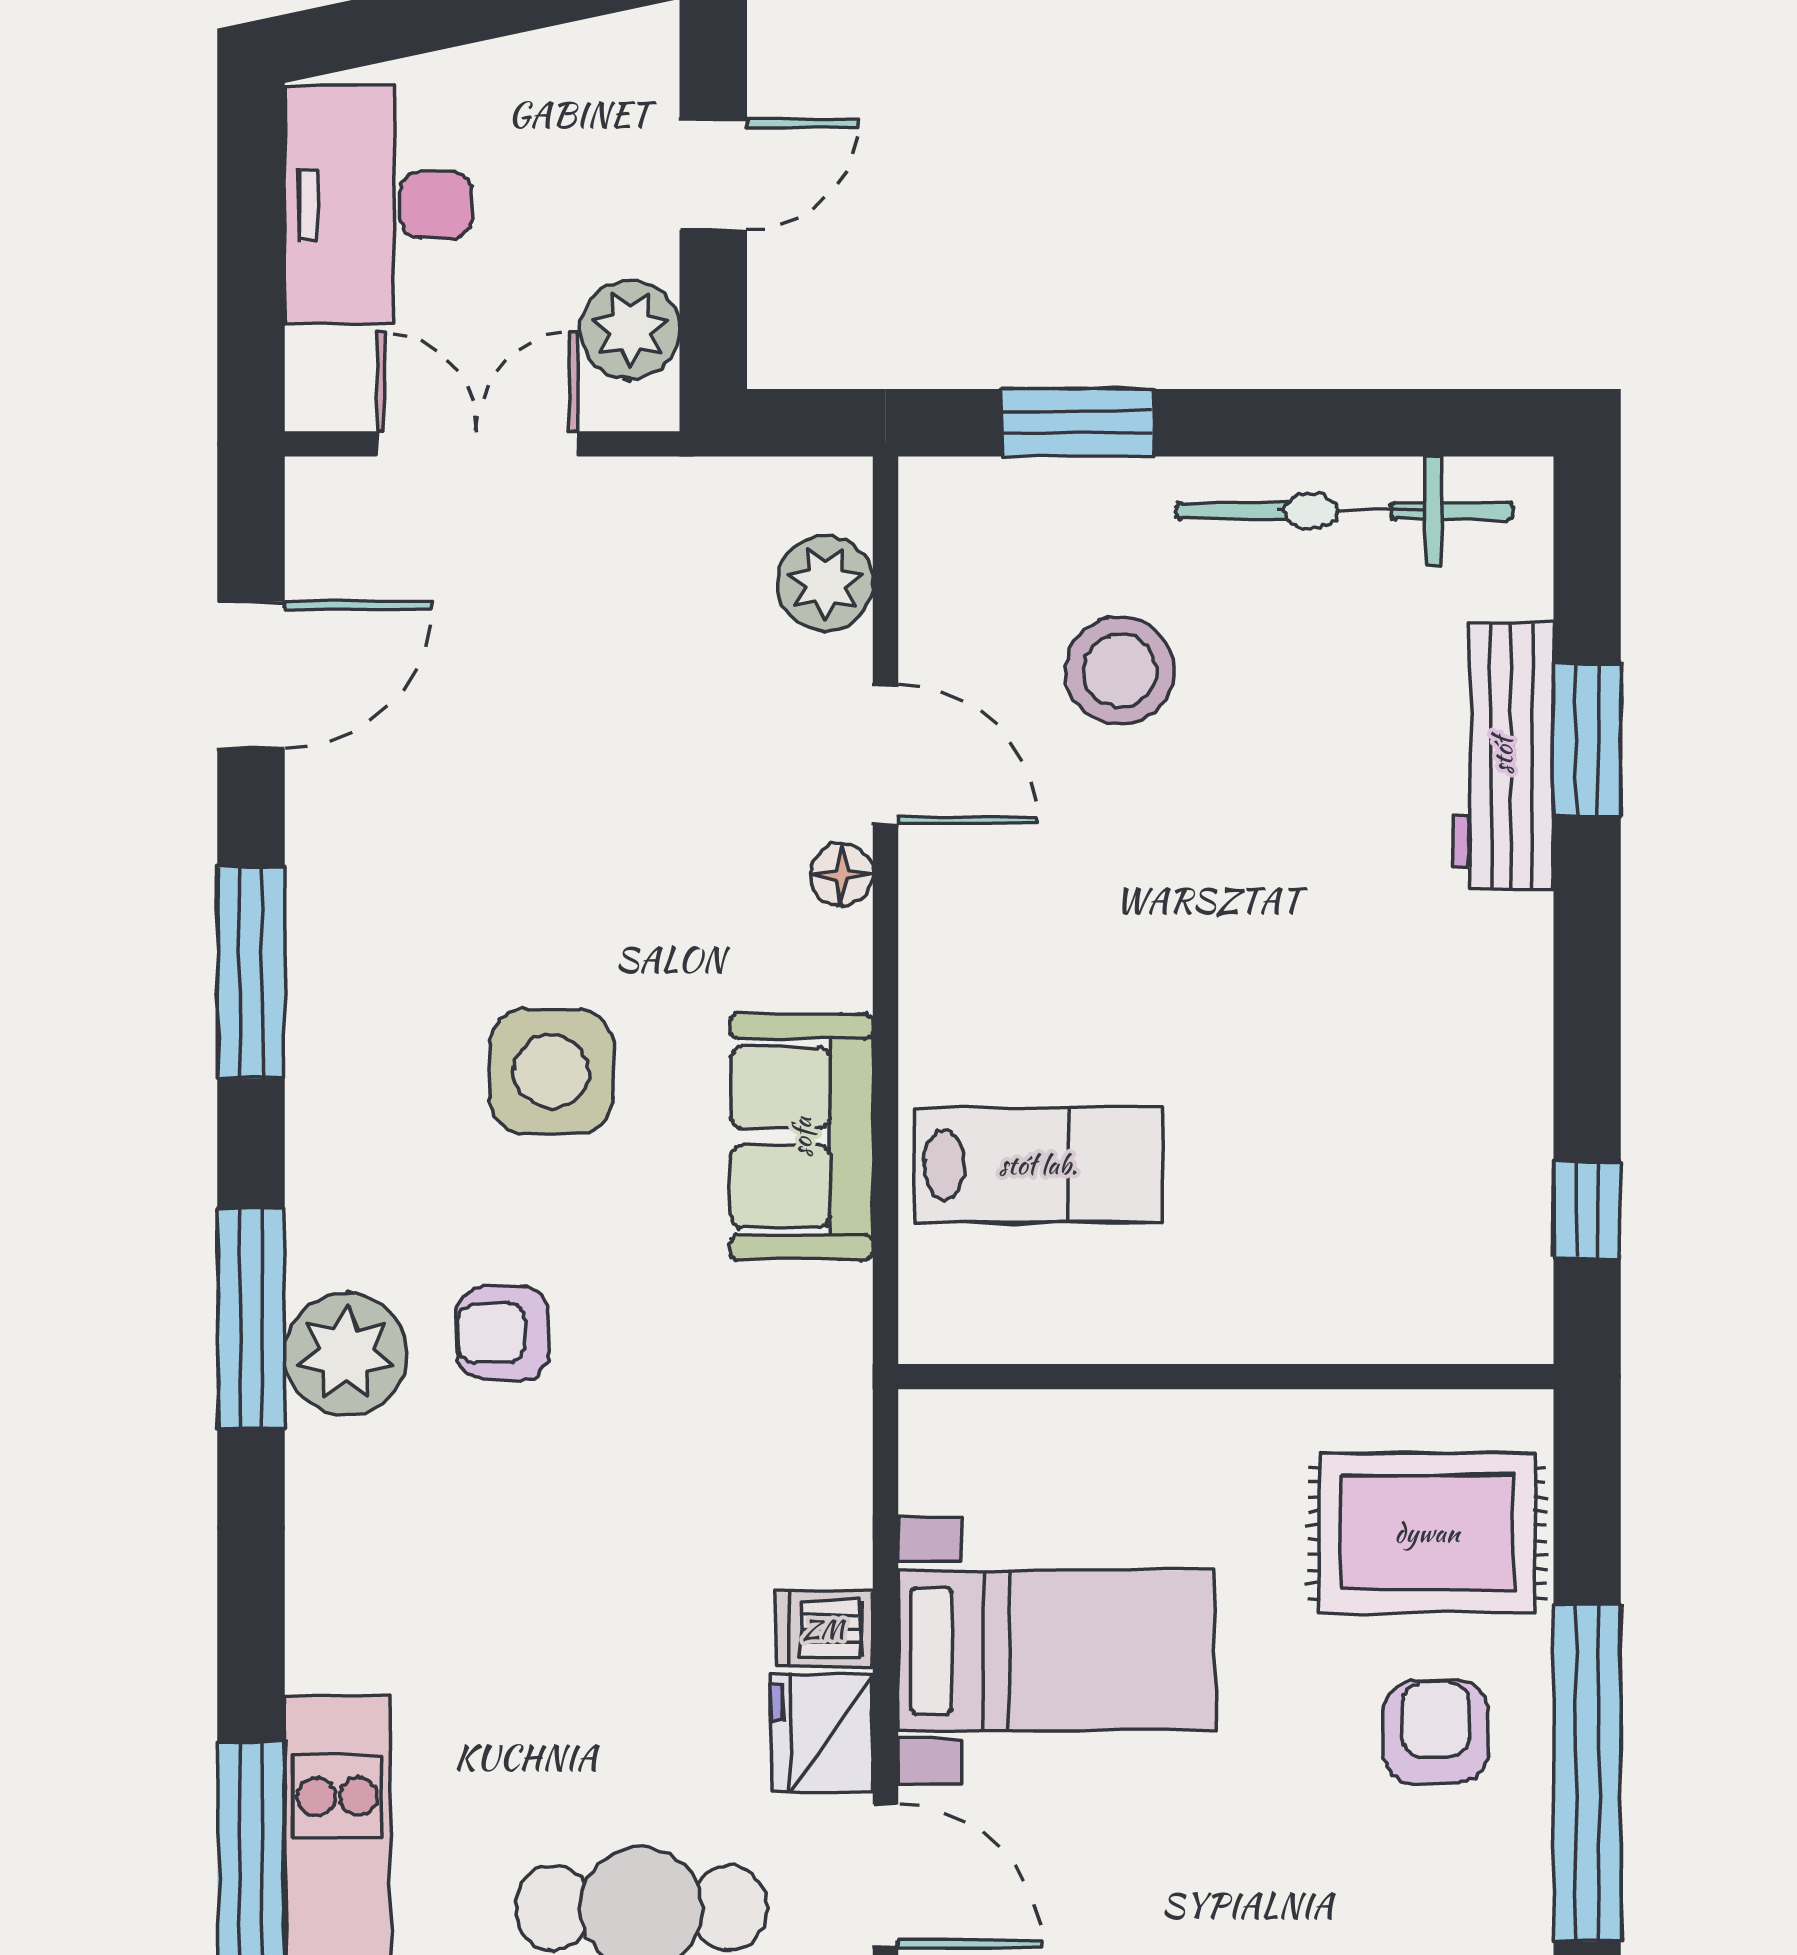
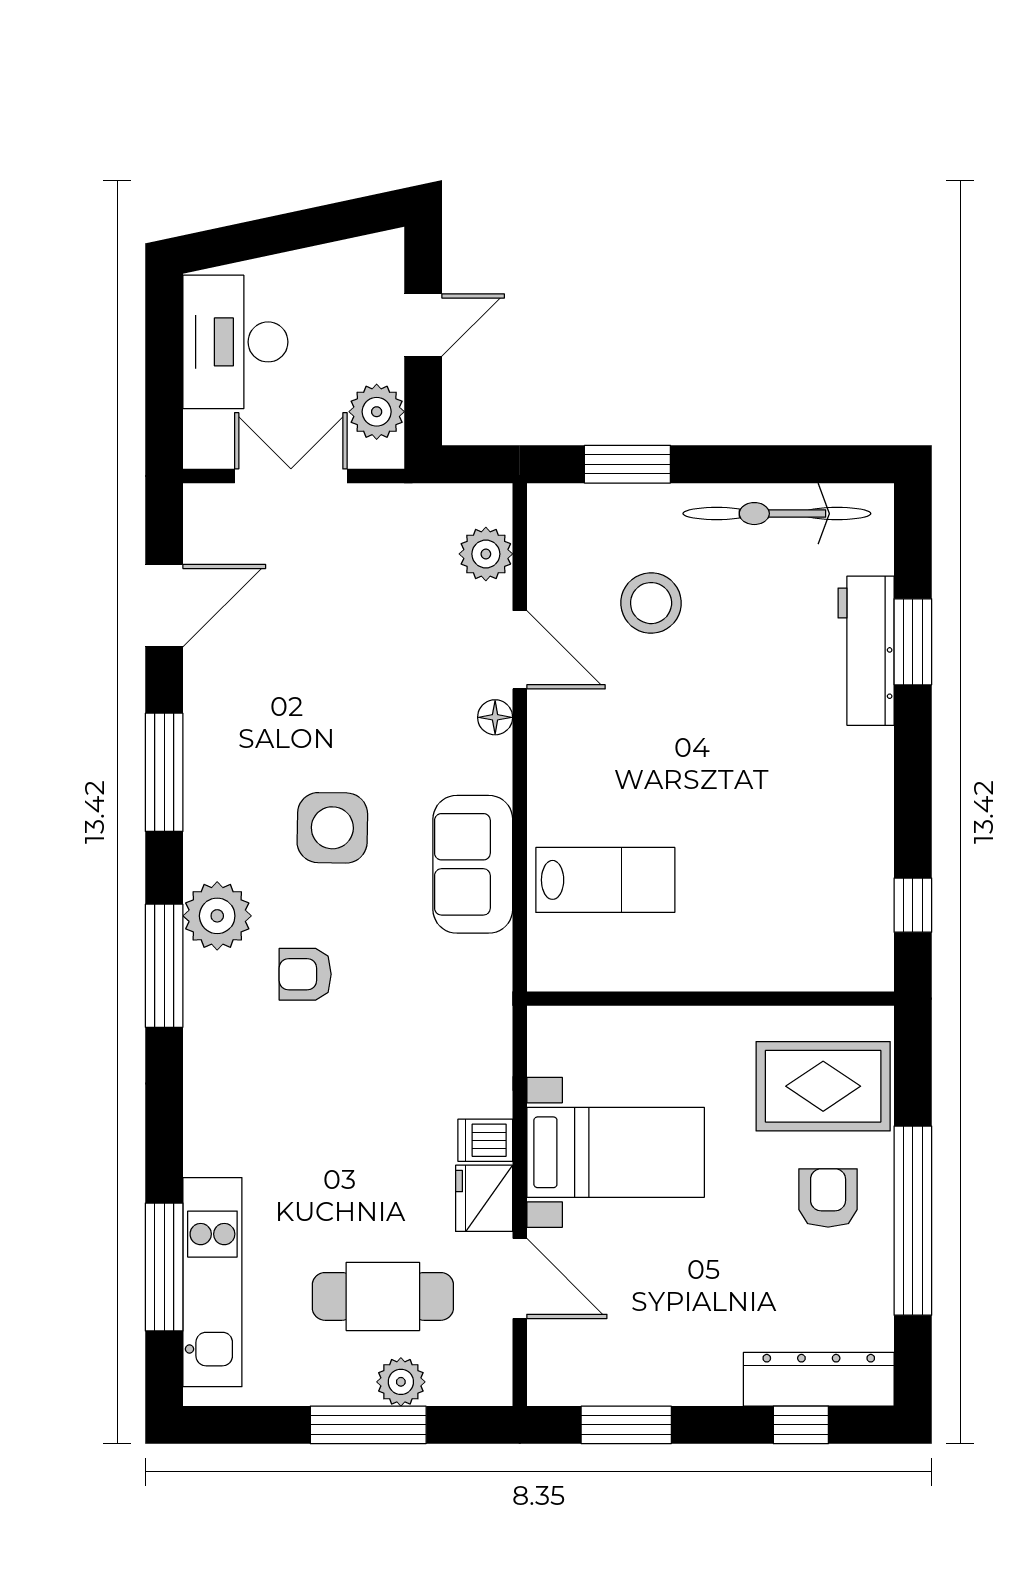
plant: (346, 1354) -> (217, 916), moved

